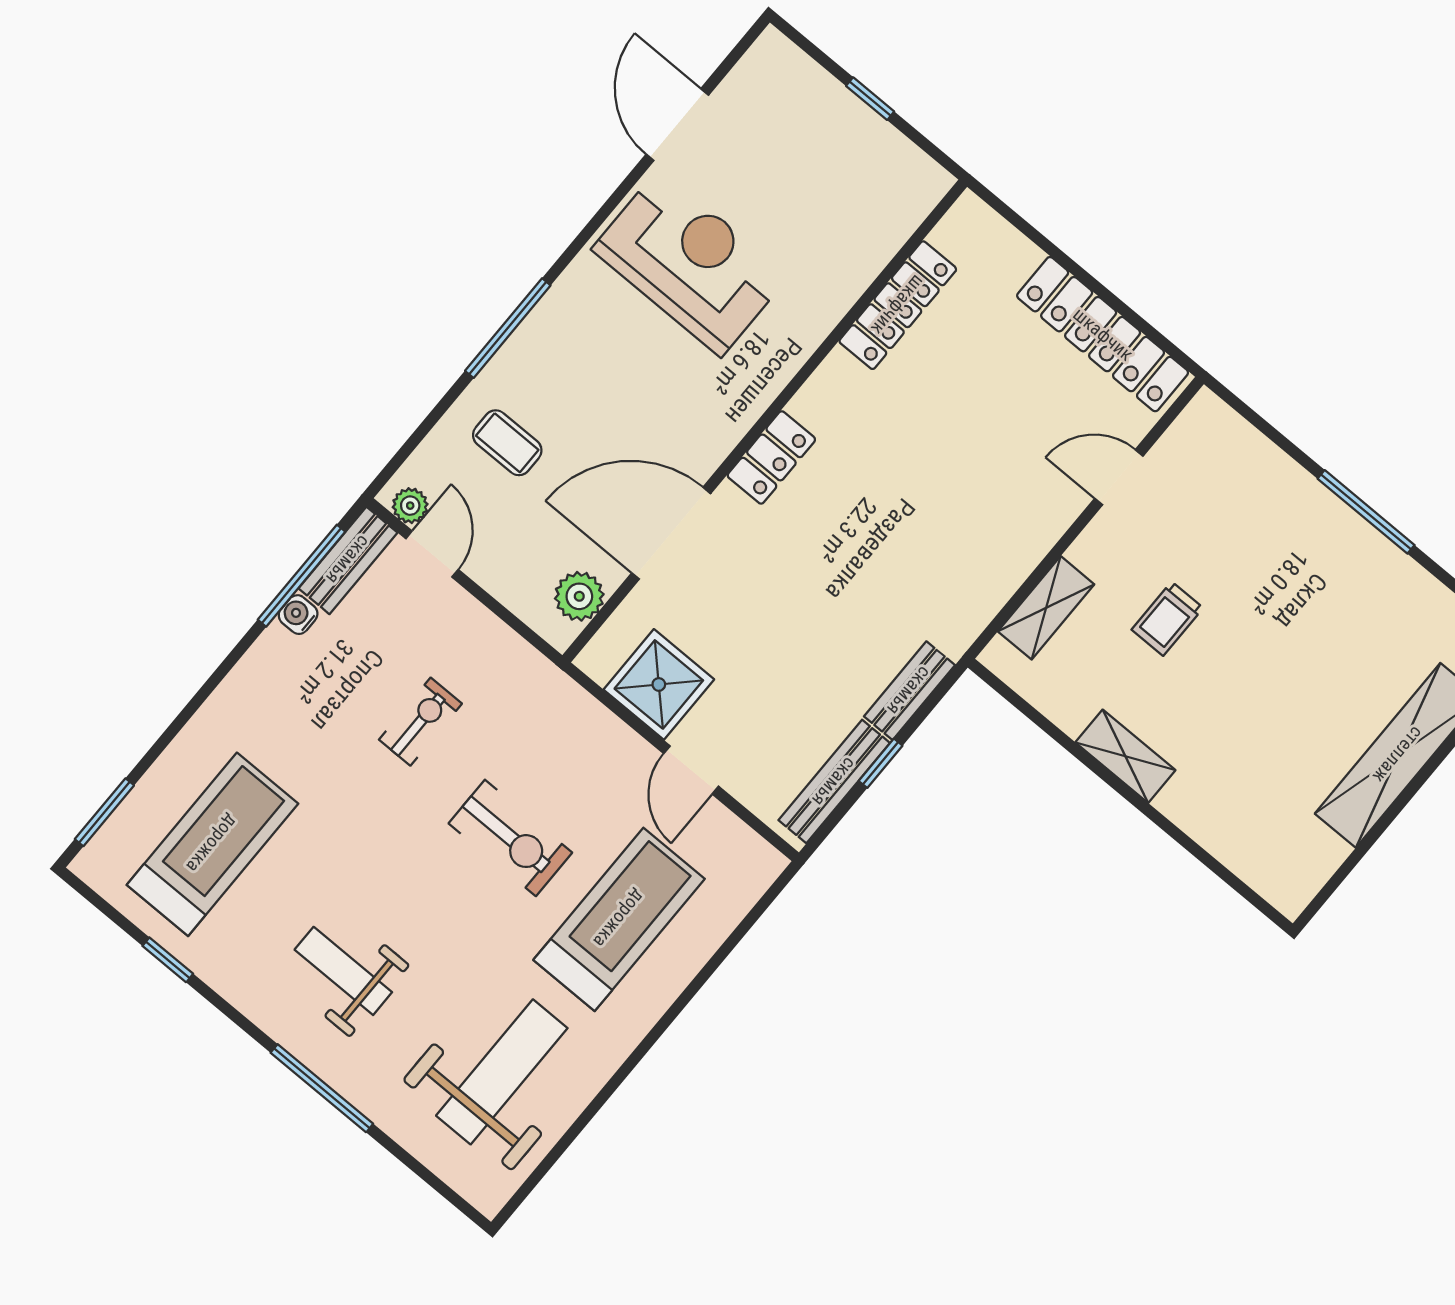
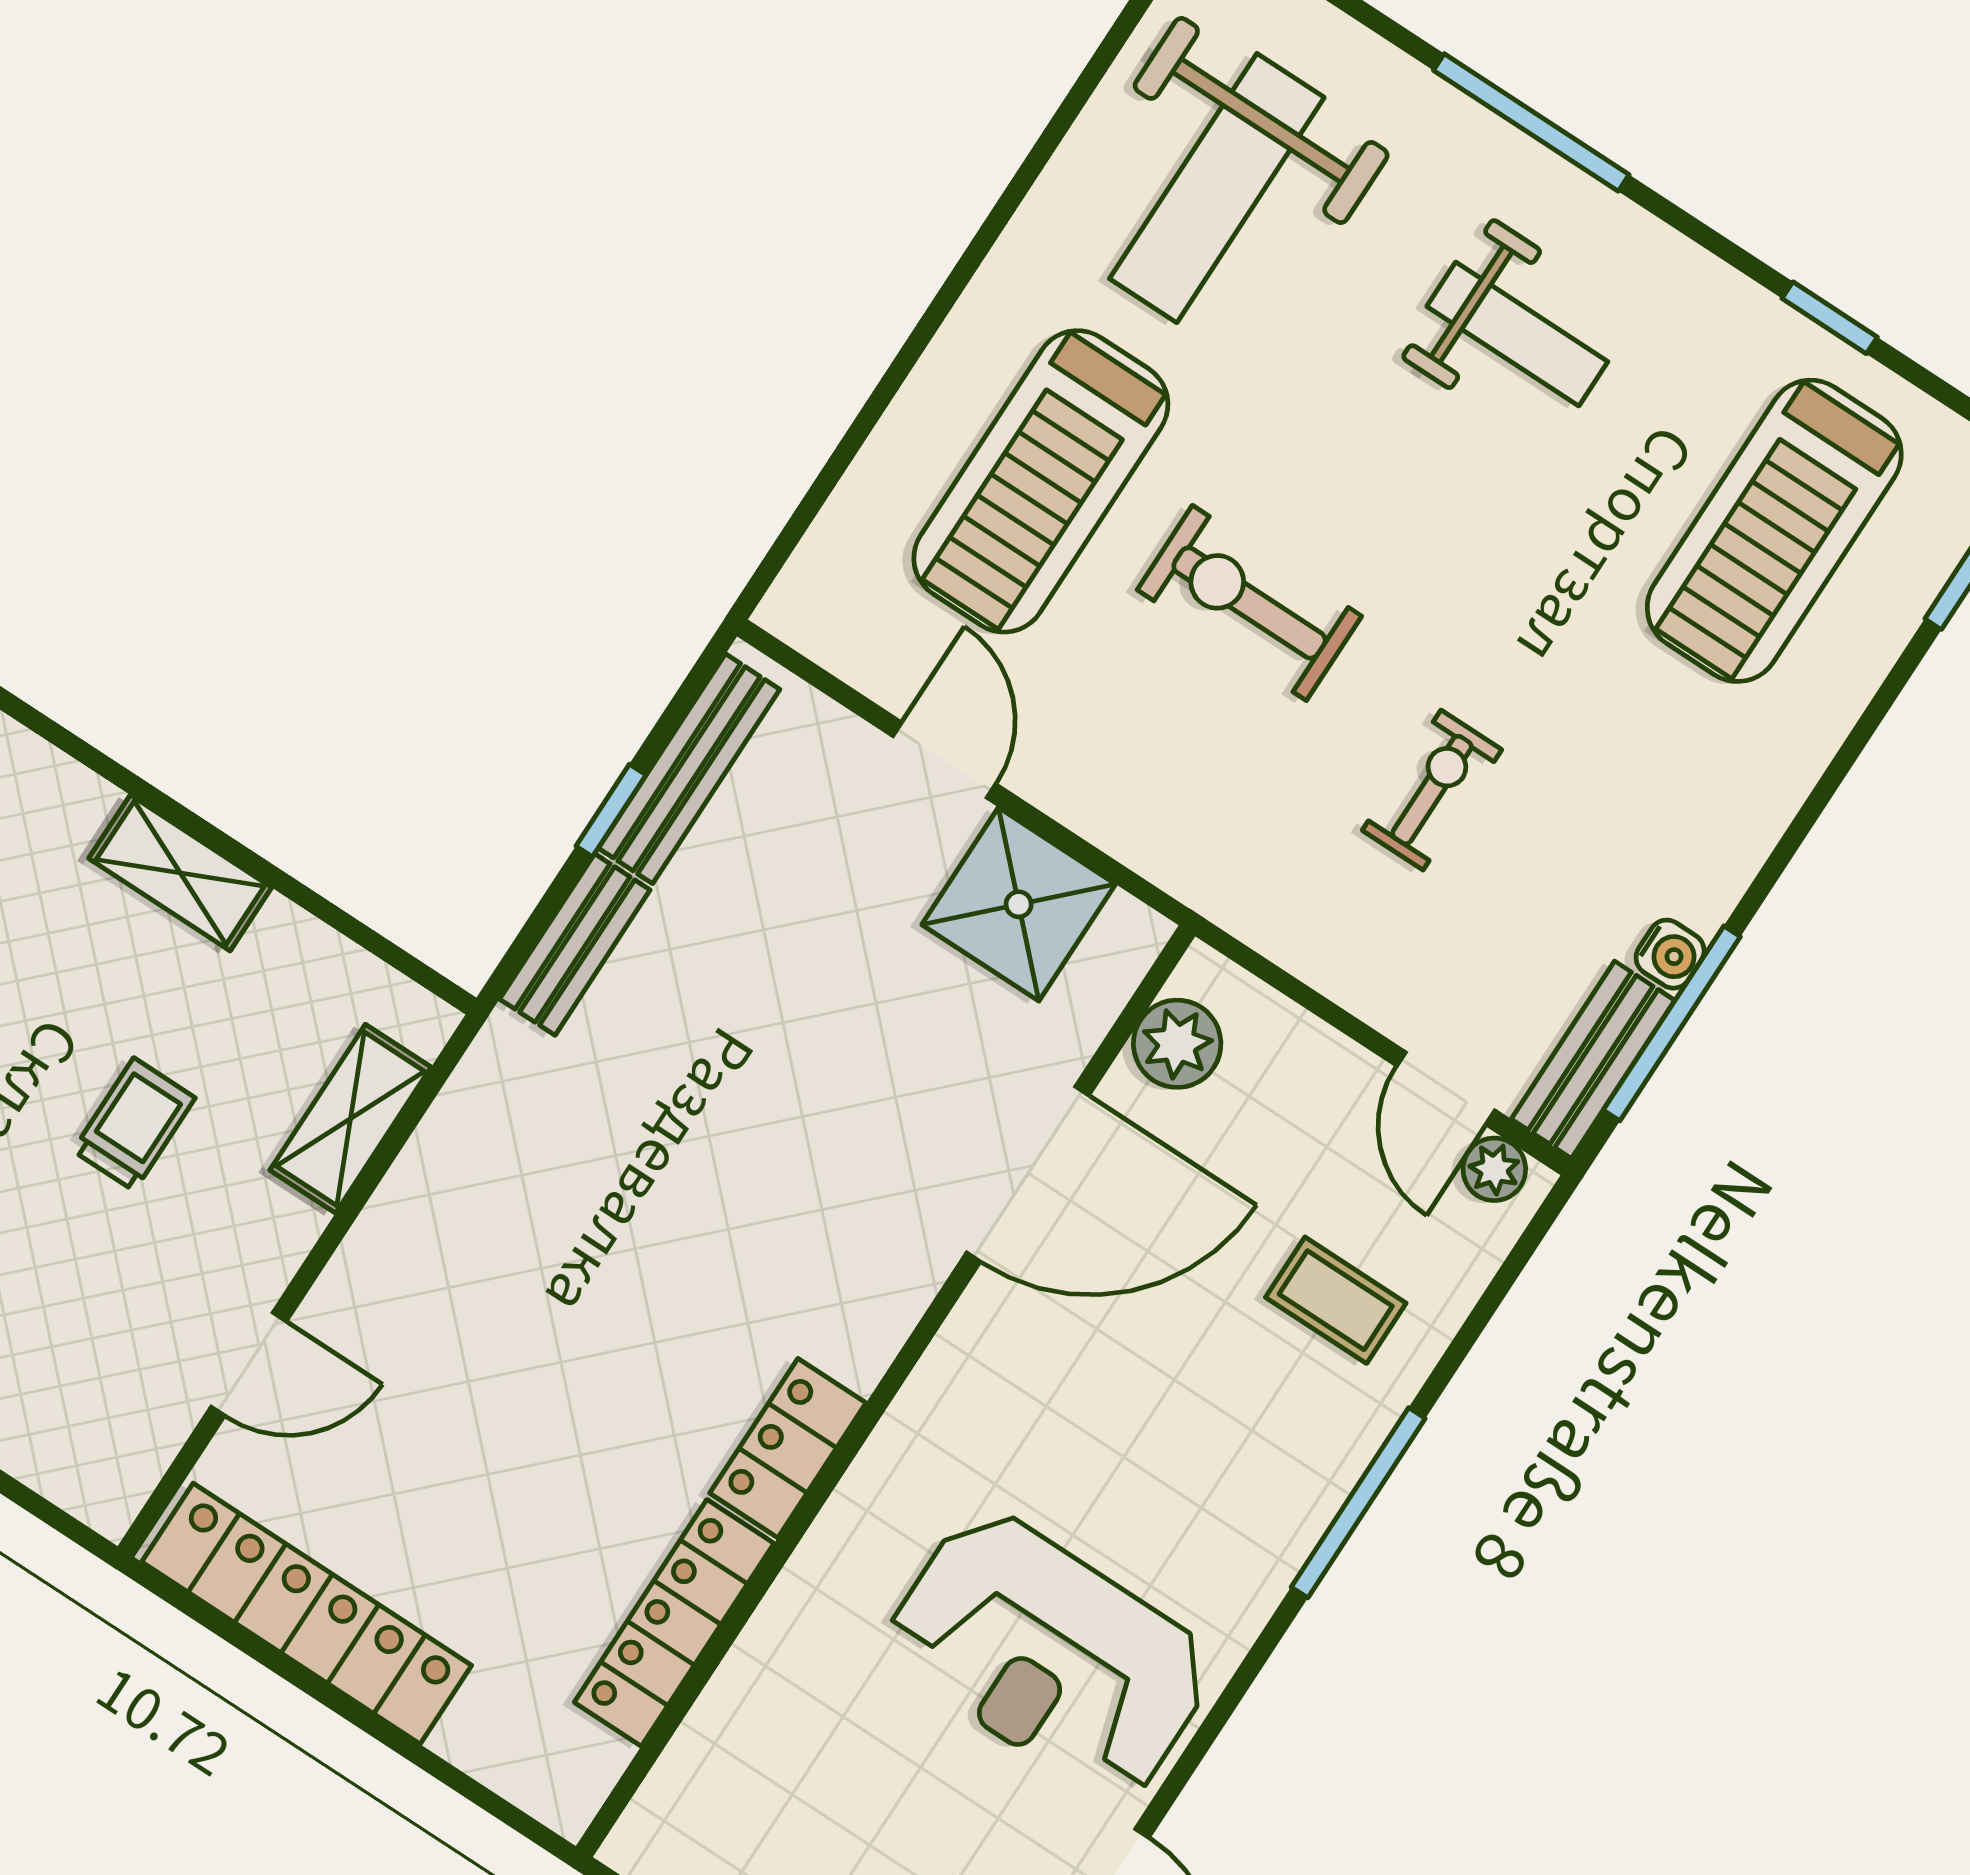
locker: (771, 457) -> (788, 1448), moved
exercise bike: (420, 722) -> (1432, 790), turned 180

